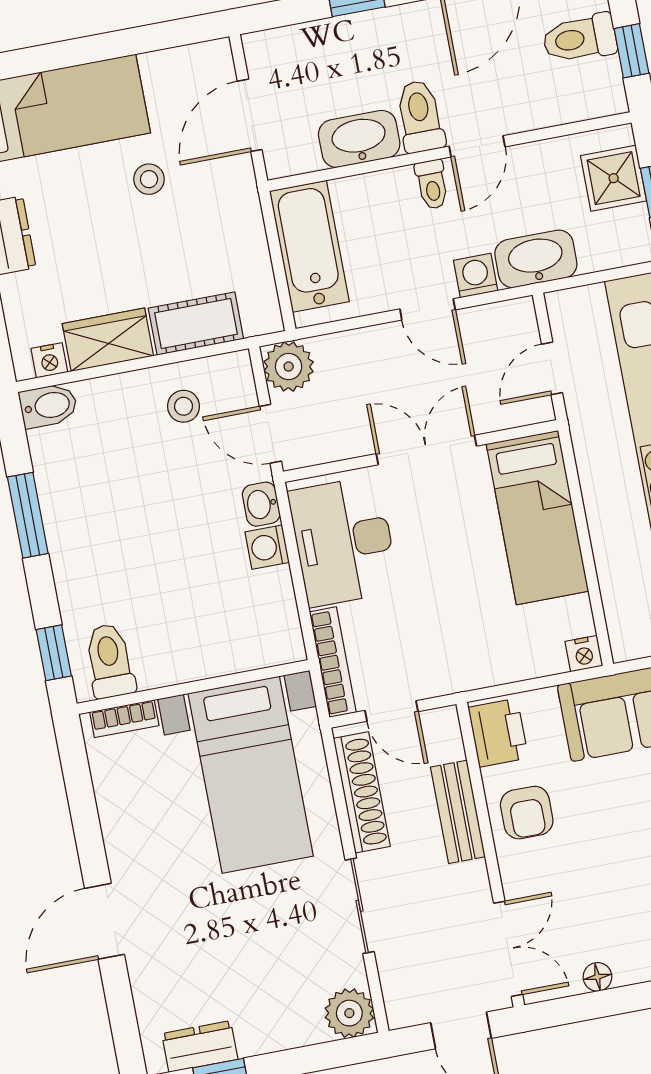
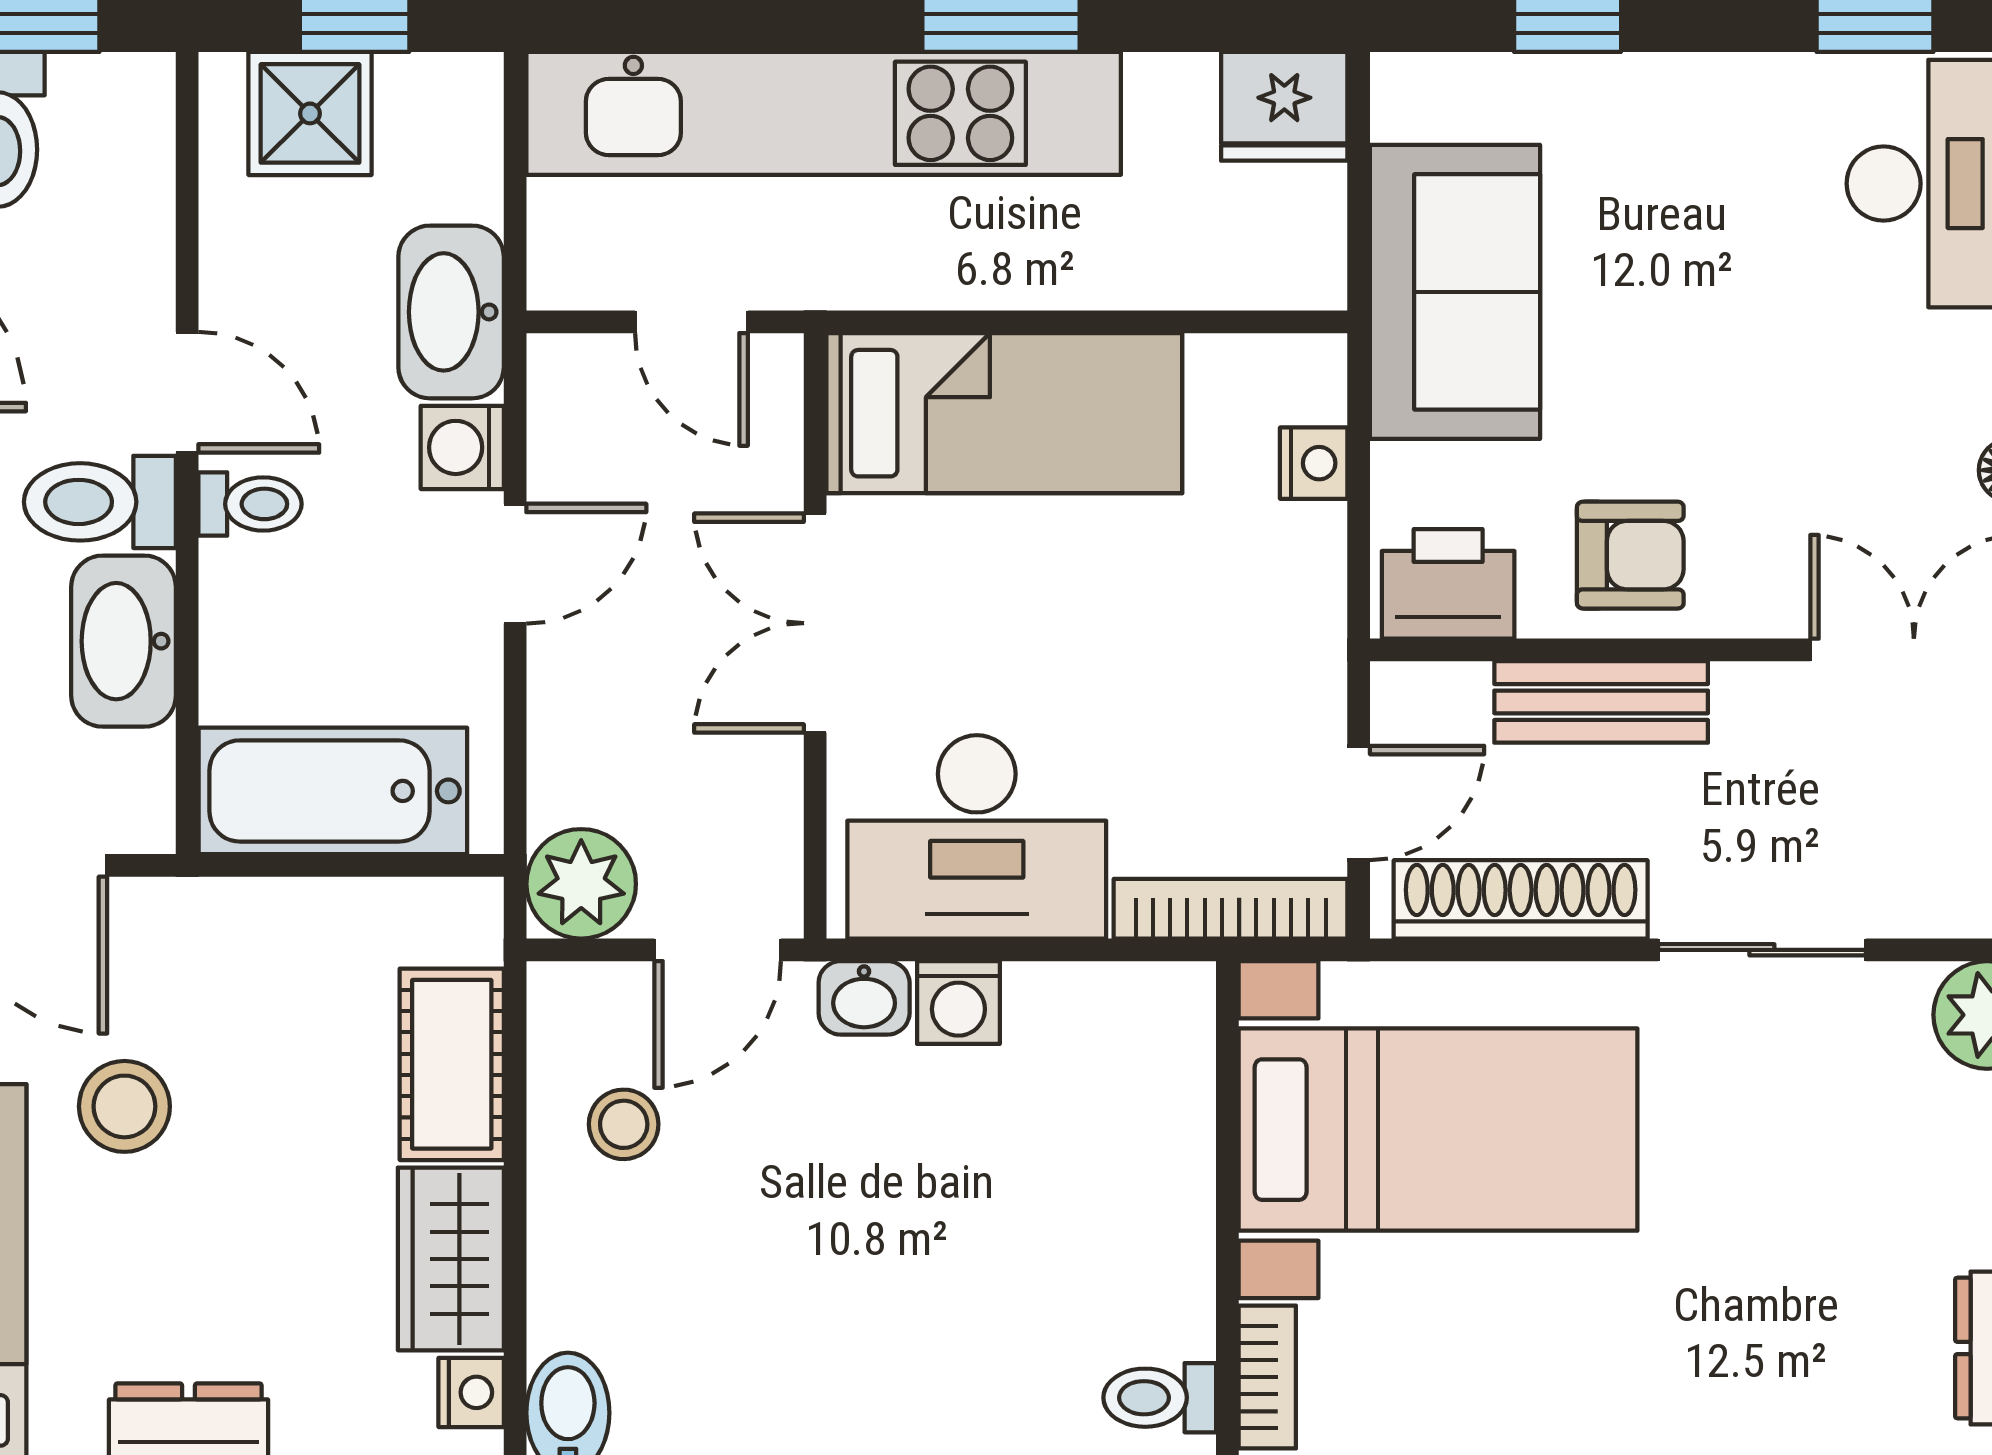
stool: (149, 179) -> (124, 1106), width x1.37, depth x1.37
nightstand: (584, 654) -> (1314, 463), moved
toilet: (110, 661) -> (1160, 1398), width x0.73, depth x0.72

